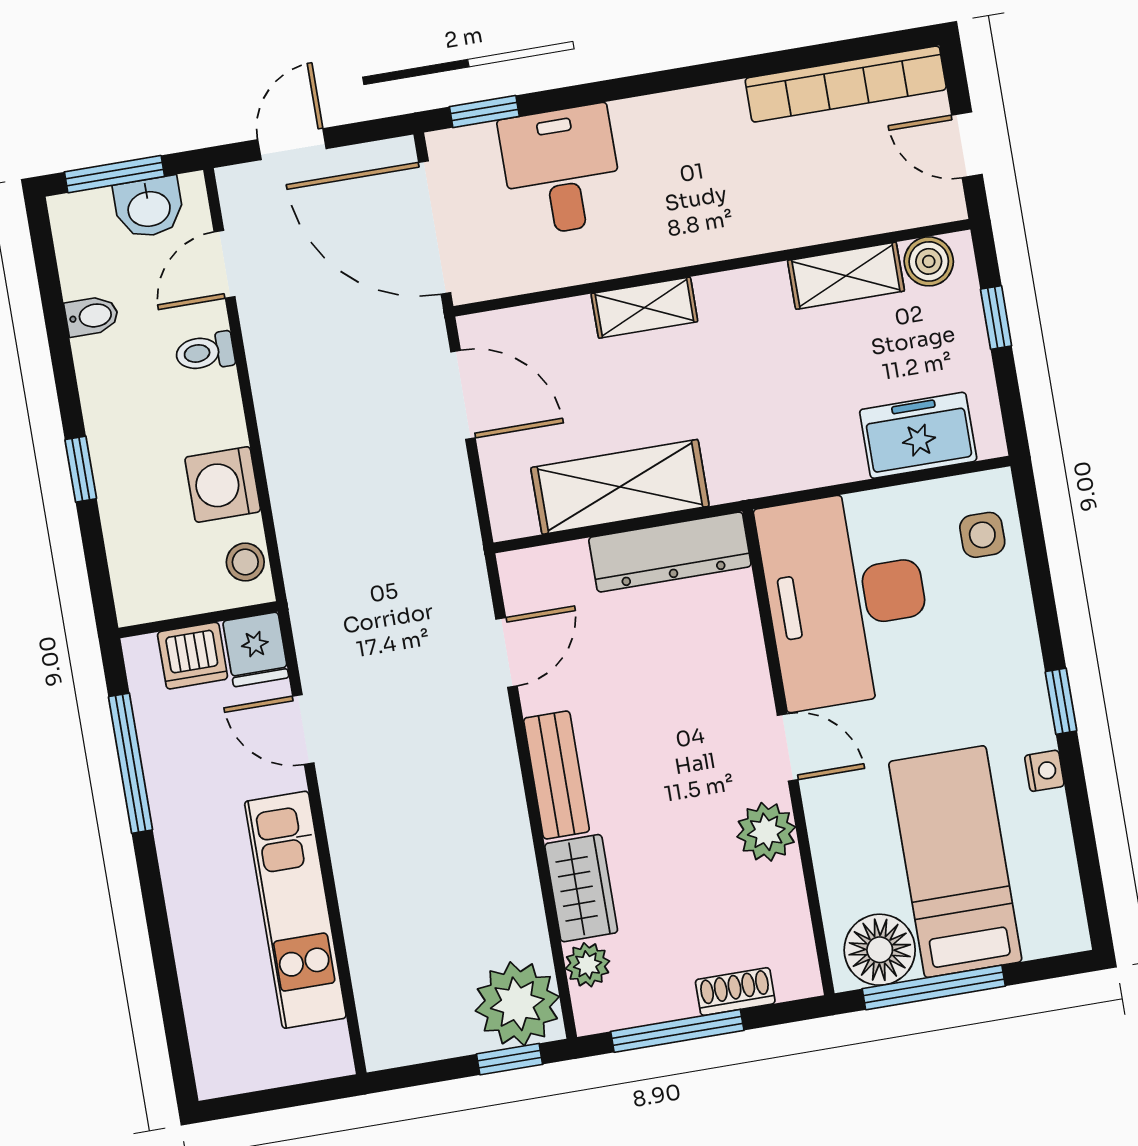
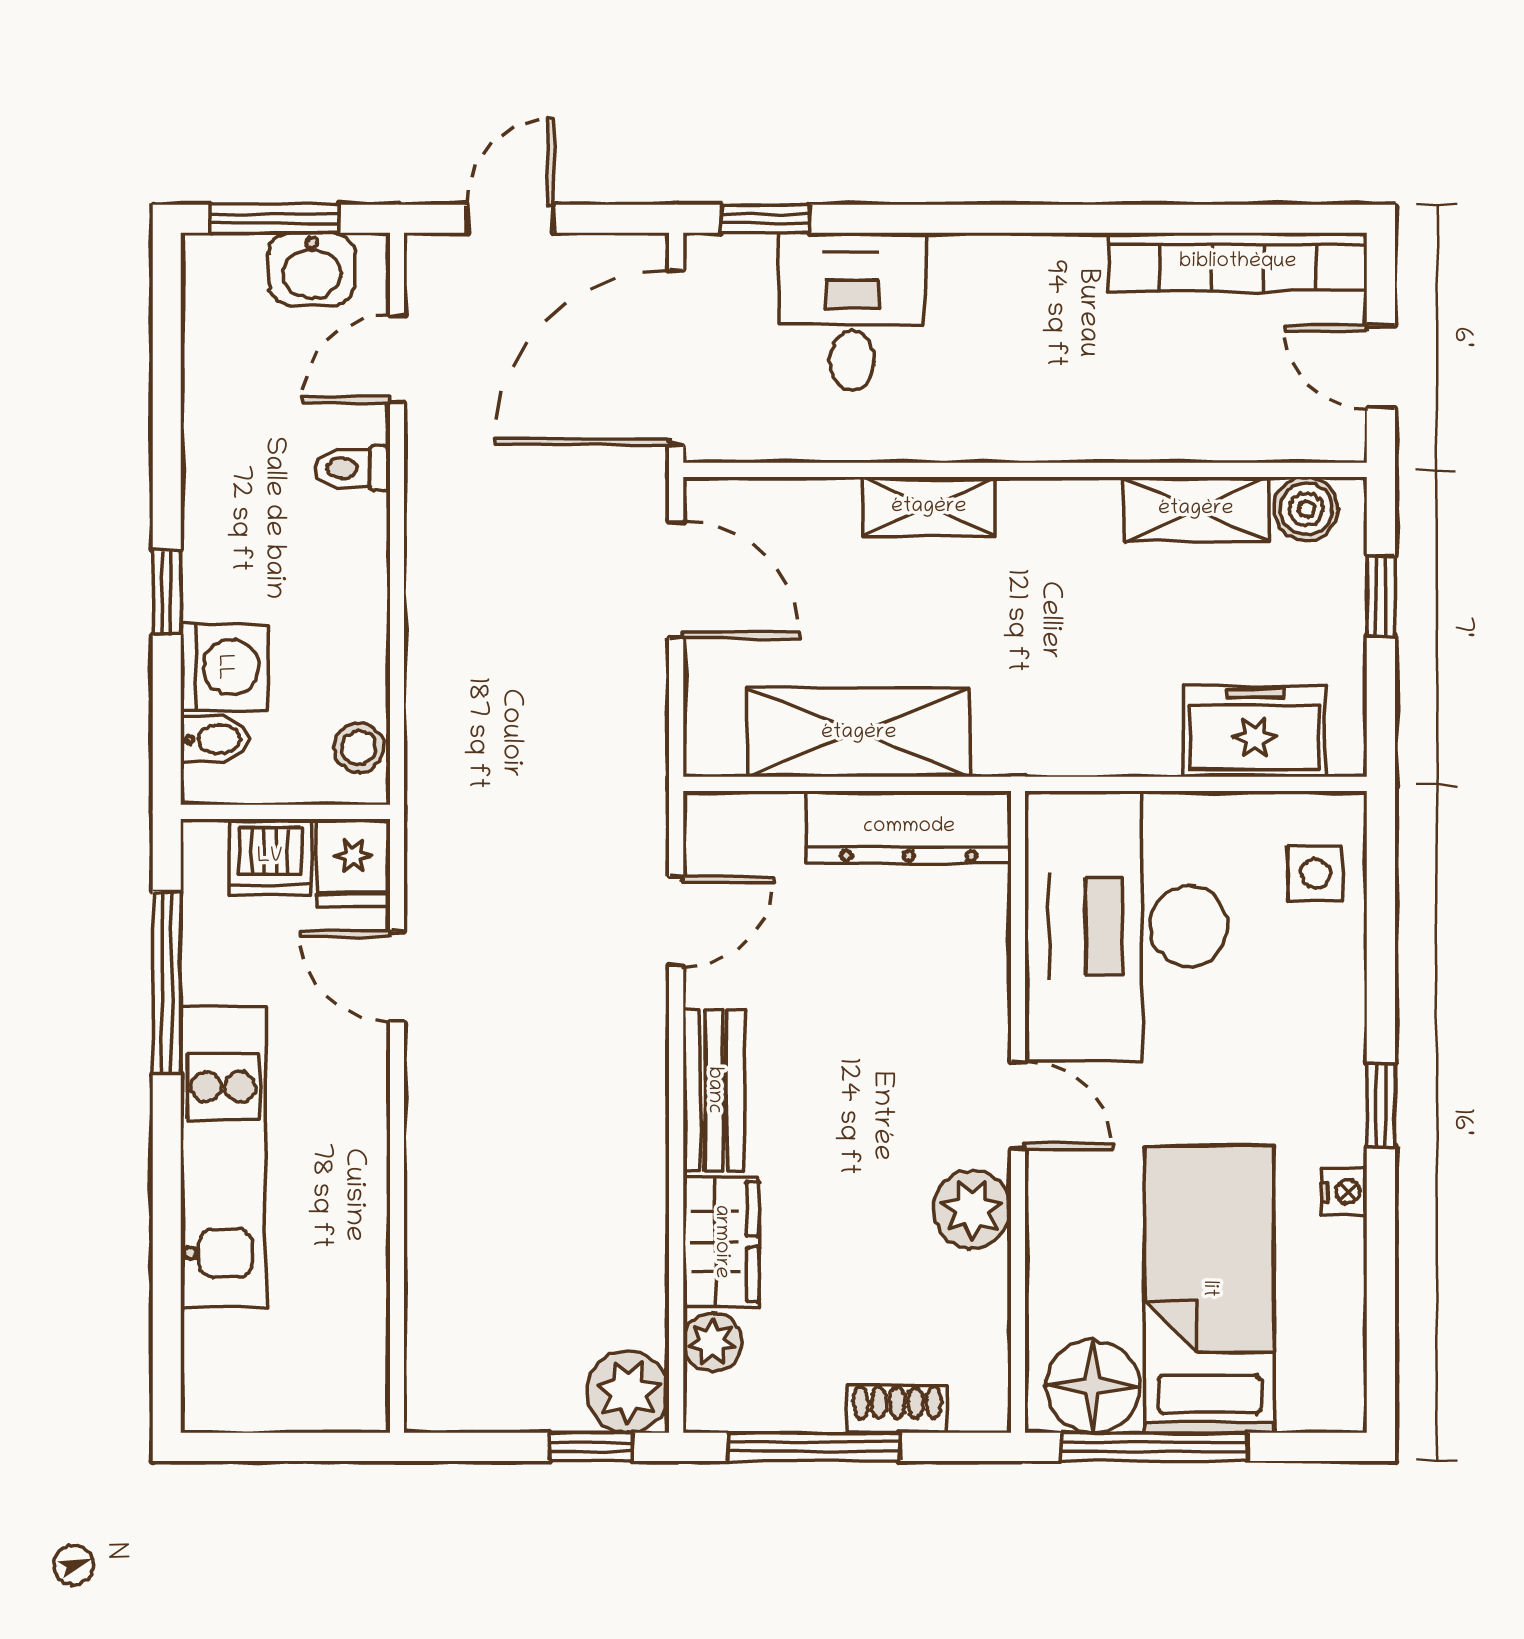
door: (435, 227) -> (676, 357), hinge flipped
bidet: (92, 316) -> (214, 739), moved
washing machine: (223, 484) -> (224, 667), moved, turned 180
kitchen unit: (295, 910) -> (223, 1156), moved, turned 180
plant: (517, 1004) -> (628, 1392), width x0.73, depth x0.73

